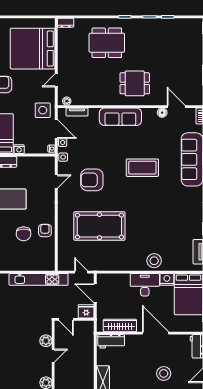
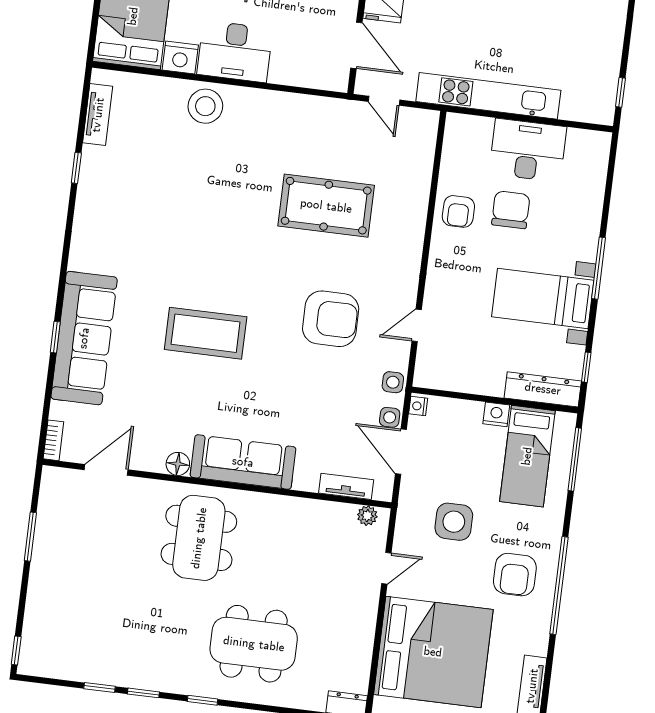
dining table: (135, 83) -> (199, 538), width x1.38
door: (176, 107) -> (106, 470), swing flipped
side table: (43, 110) -> (454, 522), moved
floor lamp: (162, 113) -> (178, 464), moved
pool table: (99, 226) -> (326, 206), width x0.73, depth x0.76
desk: (20, 259) -> (528, 150), added

